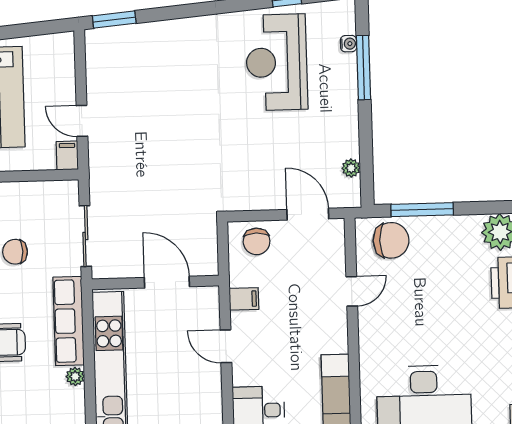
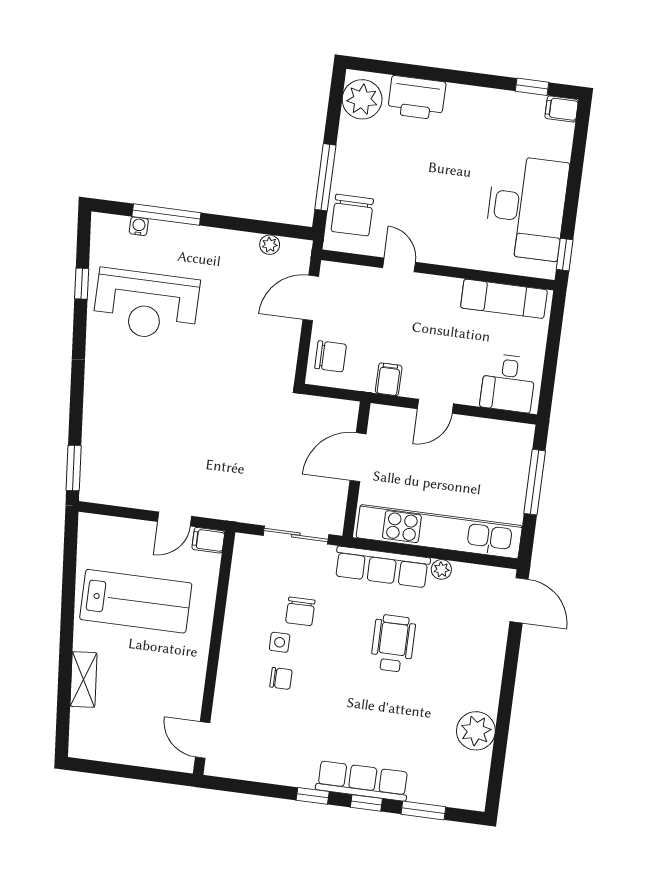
chair: (391, 240) -> (352, 215), turned 180

